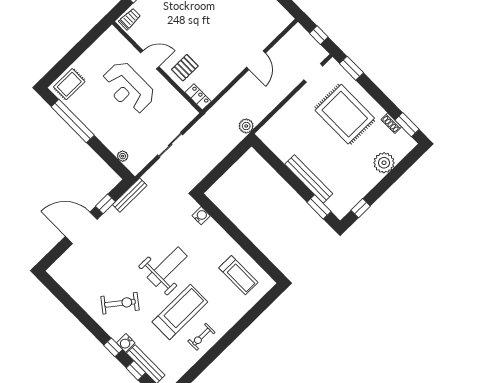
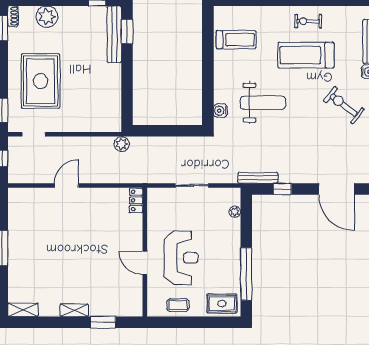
trolley: (130, 19) -> (130, 308), removed
coffee table: (98, 53) -> (178, 305), added
pallet: (185, 68) -> (125, 232), removed
shoe rack: (391, 123) -> (13, 16), moved
bench: (309, 179) -> (114, 34), moved
door: (81, 228) -> (337, 189), moved
weight bench: (167, 267) -> (263, 103), moved, turned 180
treadmill: (238, 275) -> (236, 40), turned 90
exercise bike: (201, 337) -> (308, 21), turned 180

